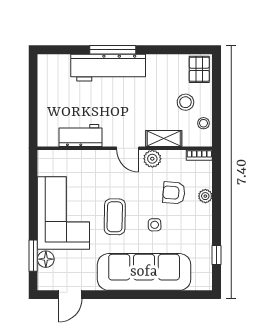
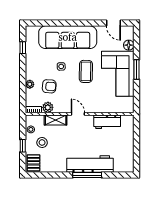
window: (216, 97) -> (23, 146), added
plant: (152, 159) -> (48, 107), moved
window: (33, 256) -> (136, 70), moved
door: (70, 295) -> (113, 23), swing flipped

